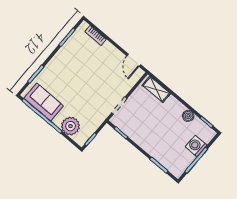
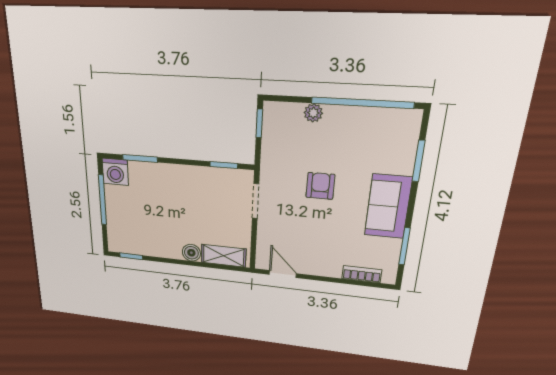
armchair: (84, 92) -> (320, 186), added
sofa: (44, 102) -> (388, 206), moved, turned 90
boiler: (188, 116) -> (191, 253), moved
plant: (70, 126) -> (313, 113), width x0.53, depth x0.53
washing machine: (196, 146) -> (115, 172), moved, turned 90

